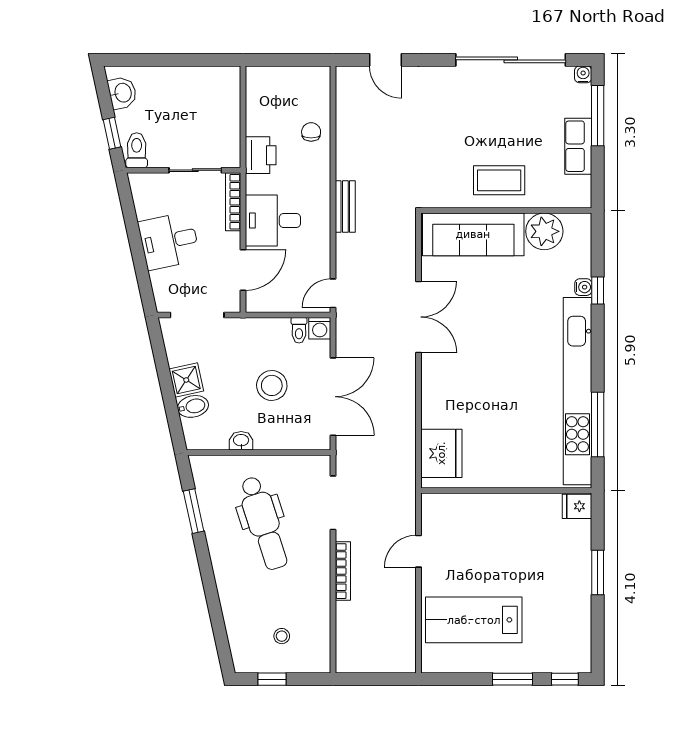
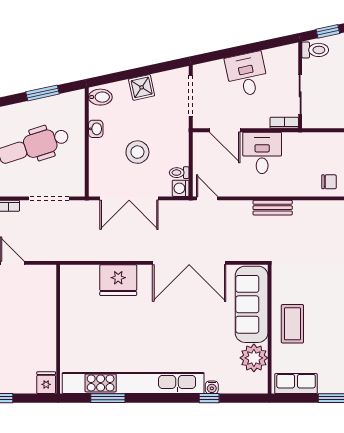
row of seats: (578, 146) -> (296, 384), moved
printer: (261, 155) -> (311, 144), removed
bookcase: (233, 202) -> (284, 123), width x0.64
double door: (418, 317) -> (189, 263), width x1.36
bidet: (193, 406) -> (100, 97), moved, turned -78
window: (598, 425) -> (108, 398), width x0.69
fridge: (441, 453) -> (118, 280), moved

